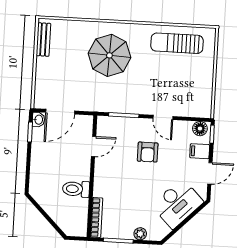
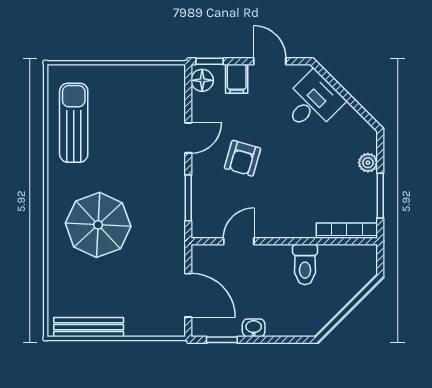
bench: (43, 40) -> (89, 327), width x1.36
sun lounger: (177, 43) -> (74, 123), turned 180
washbasin: (38, 120) -> (254, 328), moved
door: (94, 147) -> (239, 241), hinge flipped
armchair: (148, 152) -> (243, 158), turned 106
desk: (177, 204) -> (313, 102), width x0.73

